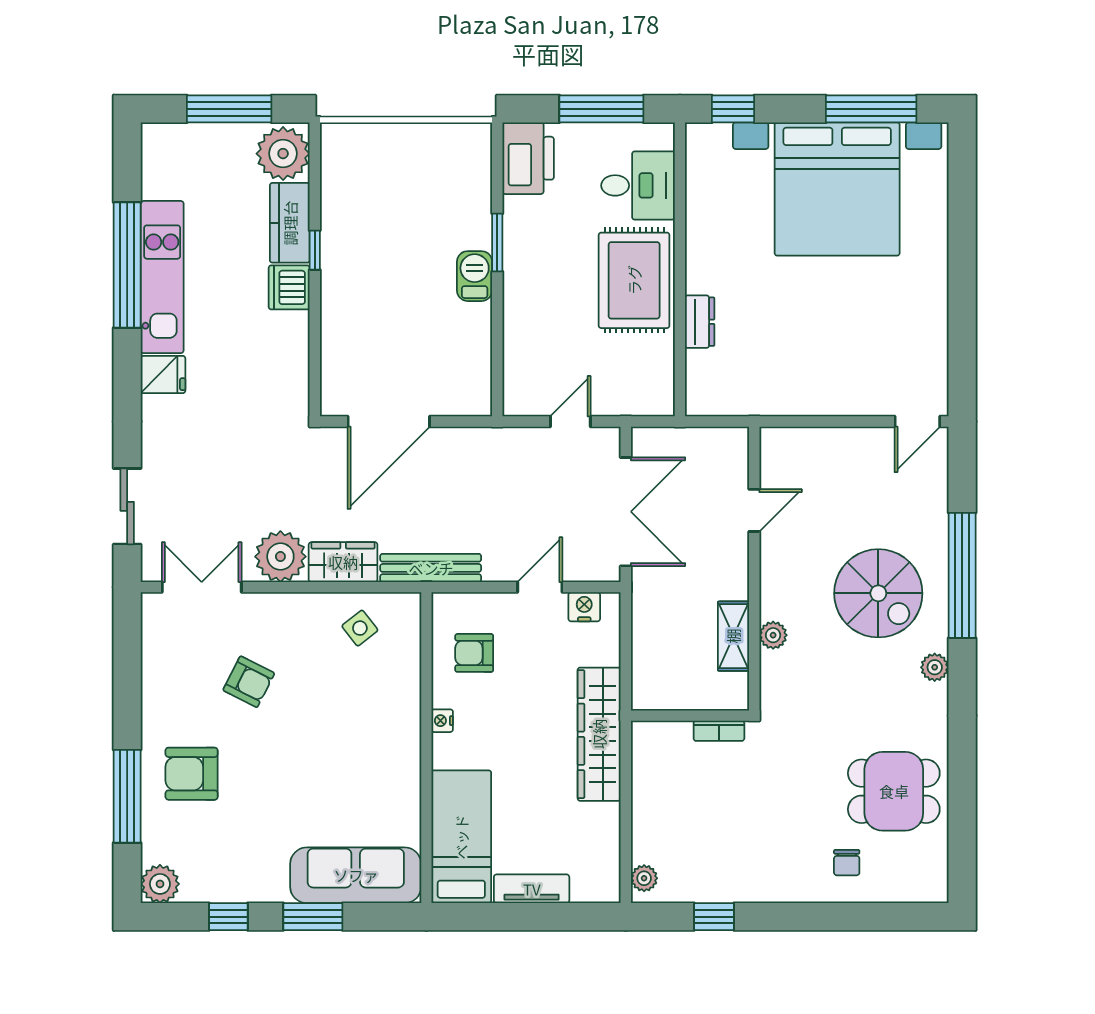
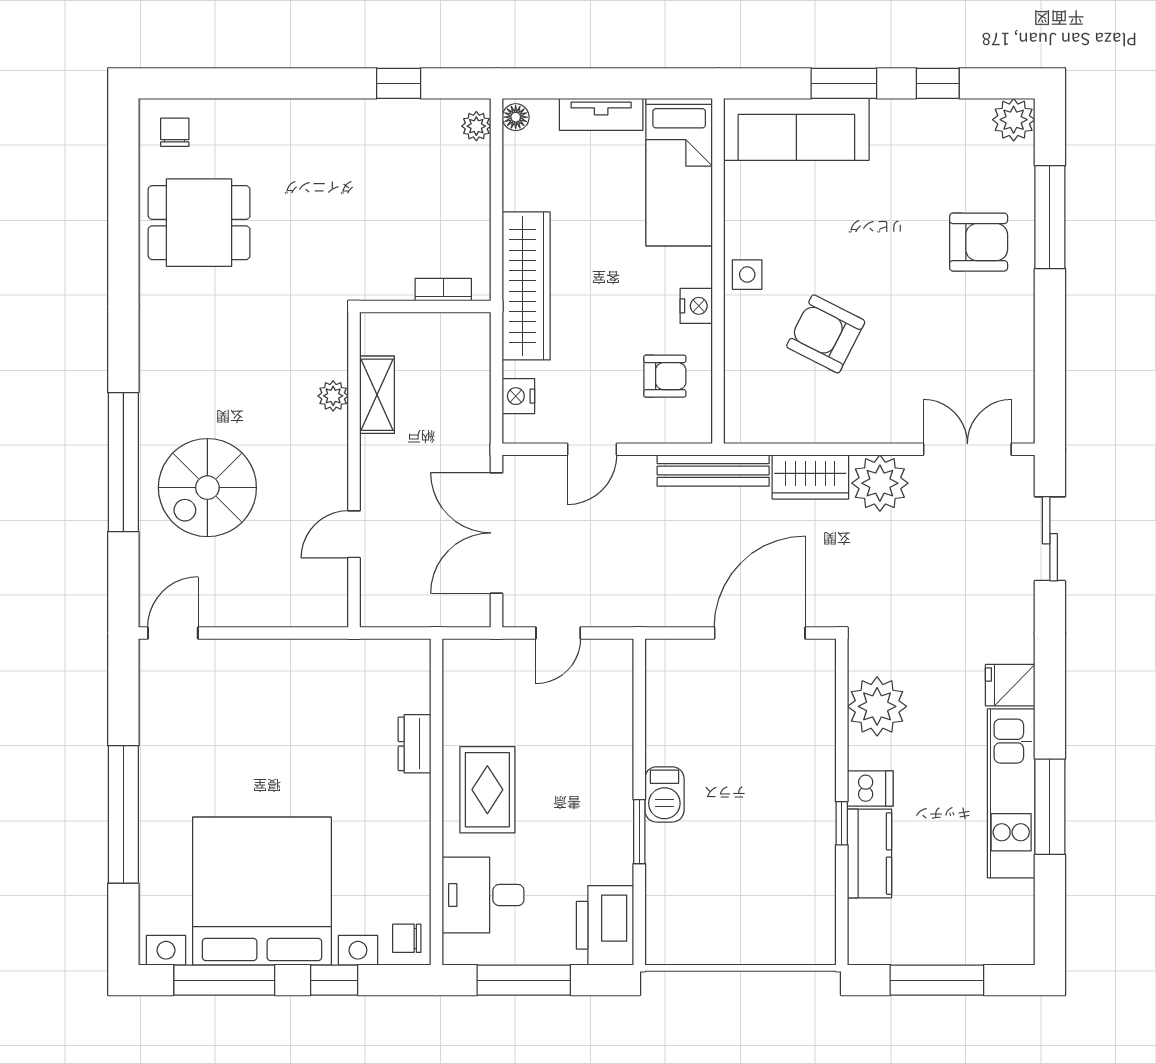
window: (733, 109) -> (334, 980), moved
chair: (707, 146) -> (407, 938), added
plant: (283, 154) -> (877, 706), moved
window: (962, 258) -> (123, 814), added
window: (127, 265) -> (1050, 807), width x0.68
rug: (634, 280) -> (487, 790), width x0.73, depth x0.70
dishwasher: (289, 287) -> (870, 789), width x0.73
double door: (202, 587) -> (967, 449), swing flipped
spiral stairs: (878, 593) -> (207, 488), moved, turned -90
nightstand: (584, 607) -> (518, 396), moved, turned 90
side table: (360, 628) -> (747, 275), moved, turned 38
plant: (935, 667) -> (154, 360), removed
armchair: (249, 682) -> (826, 334), moved, width x1.38, depth x1.38
nightstand: (442, 721) -> (696, 306), width x1.39, depth x1.35
bookcase: (719, 731) -> (443, 290), moved
chair: (847, 863) -> (175, 132), moved
floor lamp: (609, 886) -> (516, 117), added

